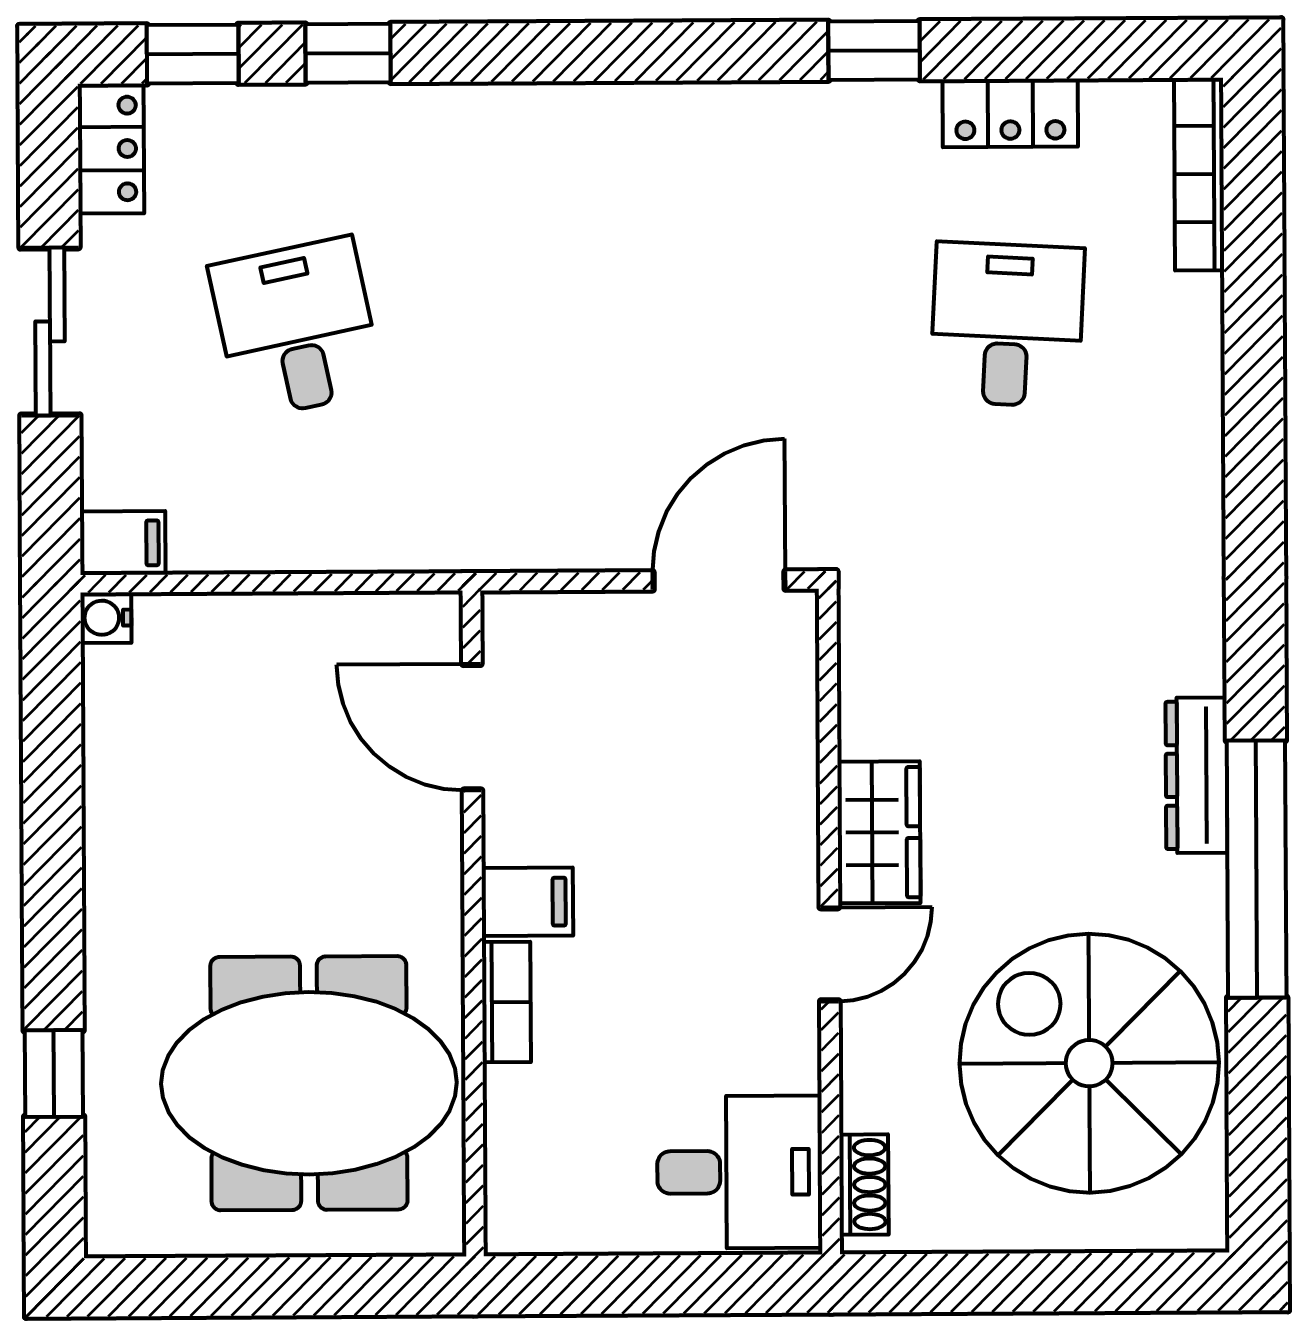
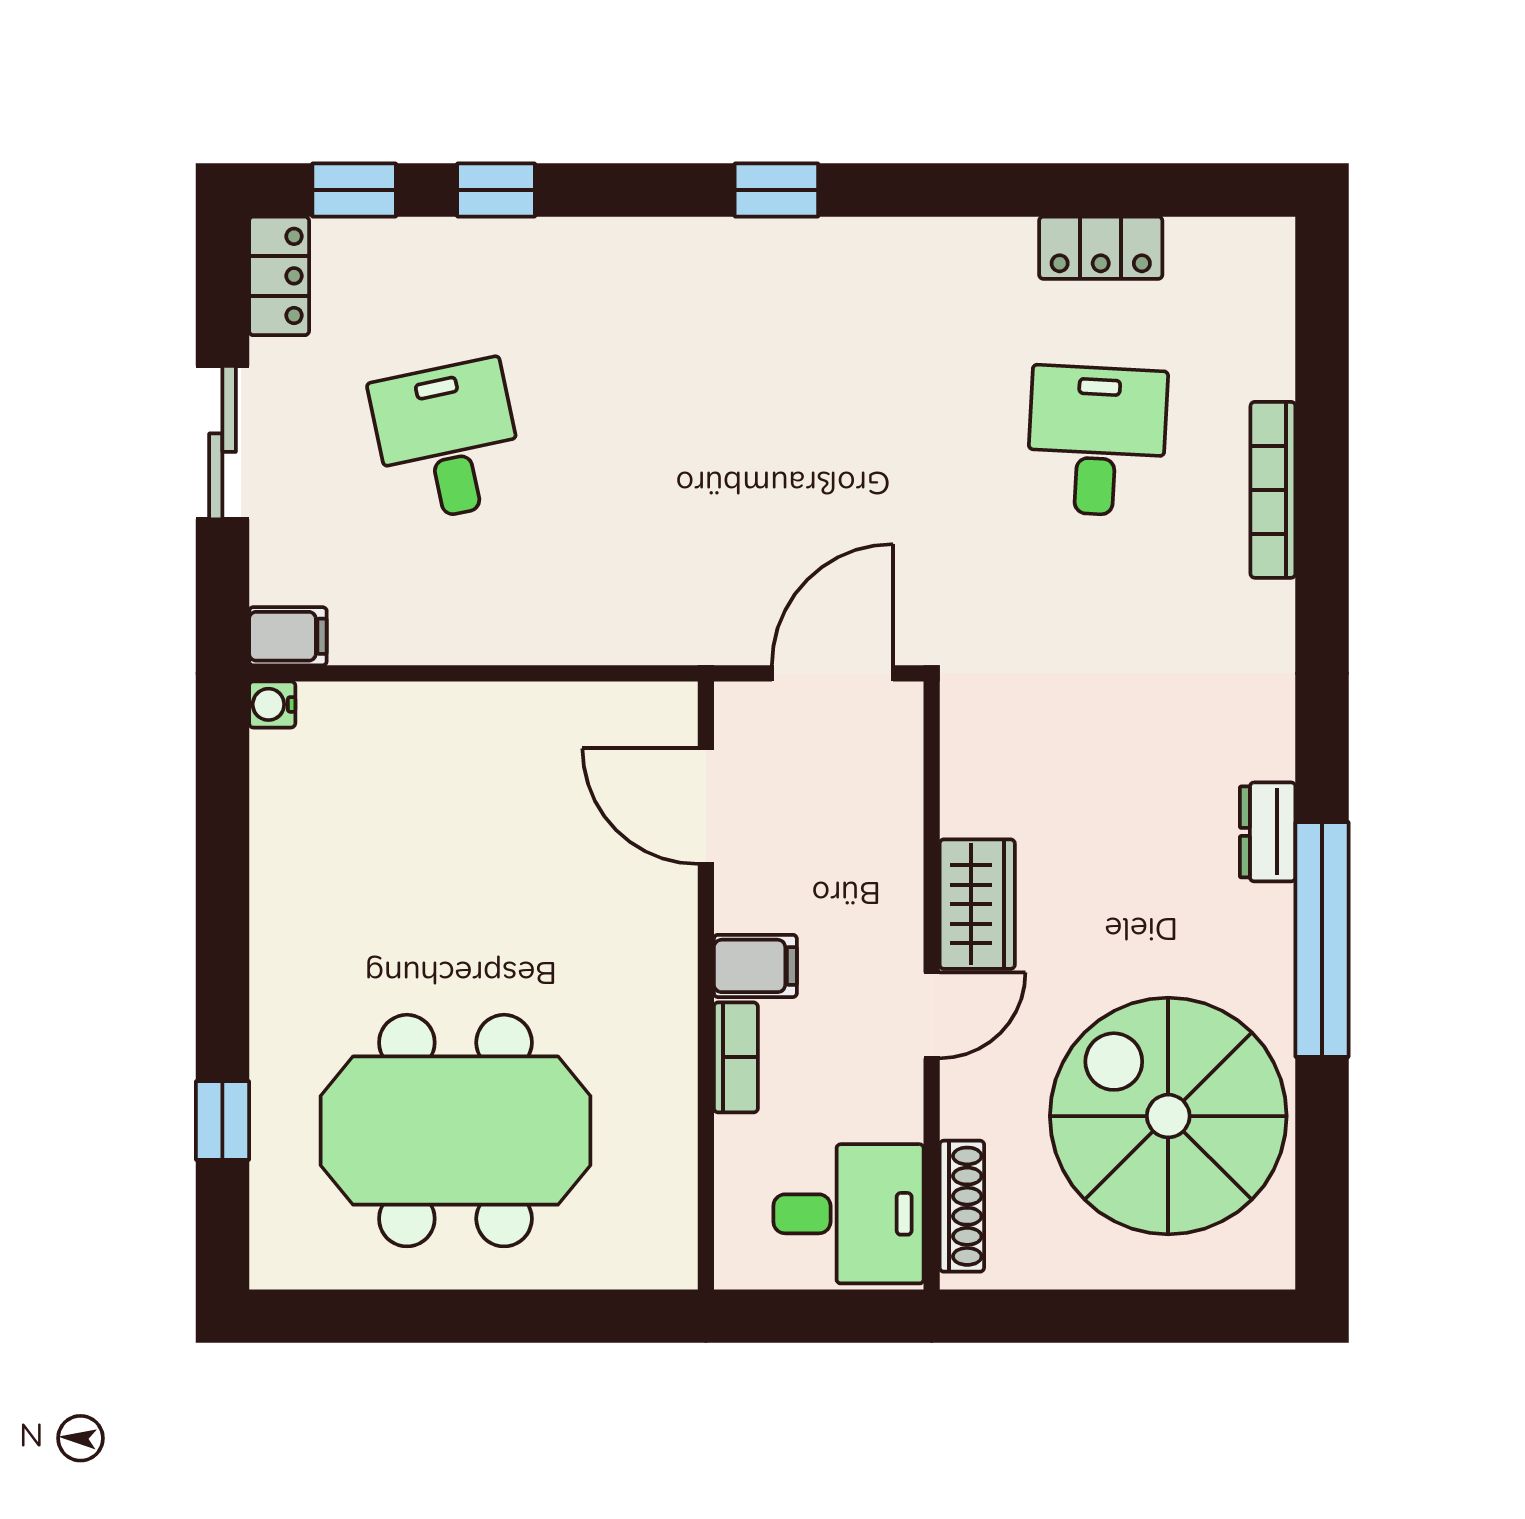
window: (874, 51) -> (776, 190), moved
bookcase: (1199, 174) -> (1273, 490), moved
door: (472, 727) -> (706, 806), moved
dresser: (1196, 775) -> (1268, 832), width x0.70
filing cabinet: (527, 902) -> (755, 966), moved
wall: (473, 923) -> (706, 985), moved
bookcase: (506, 1002) -> (736, 1057), moved
shoe rack: (864, 1185) -> (962, 1206), width x1.43

